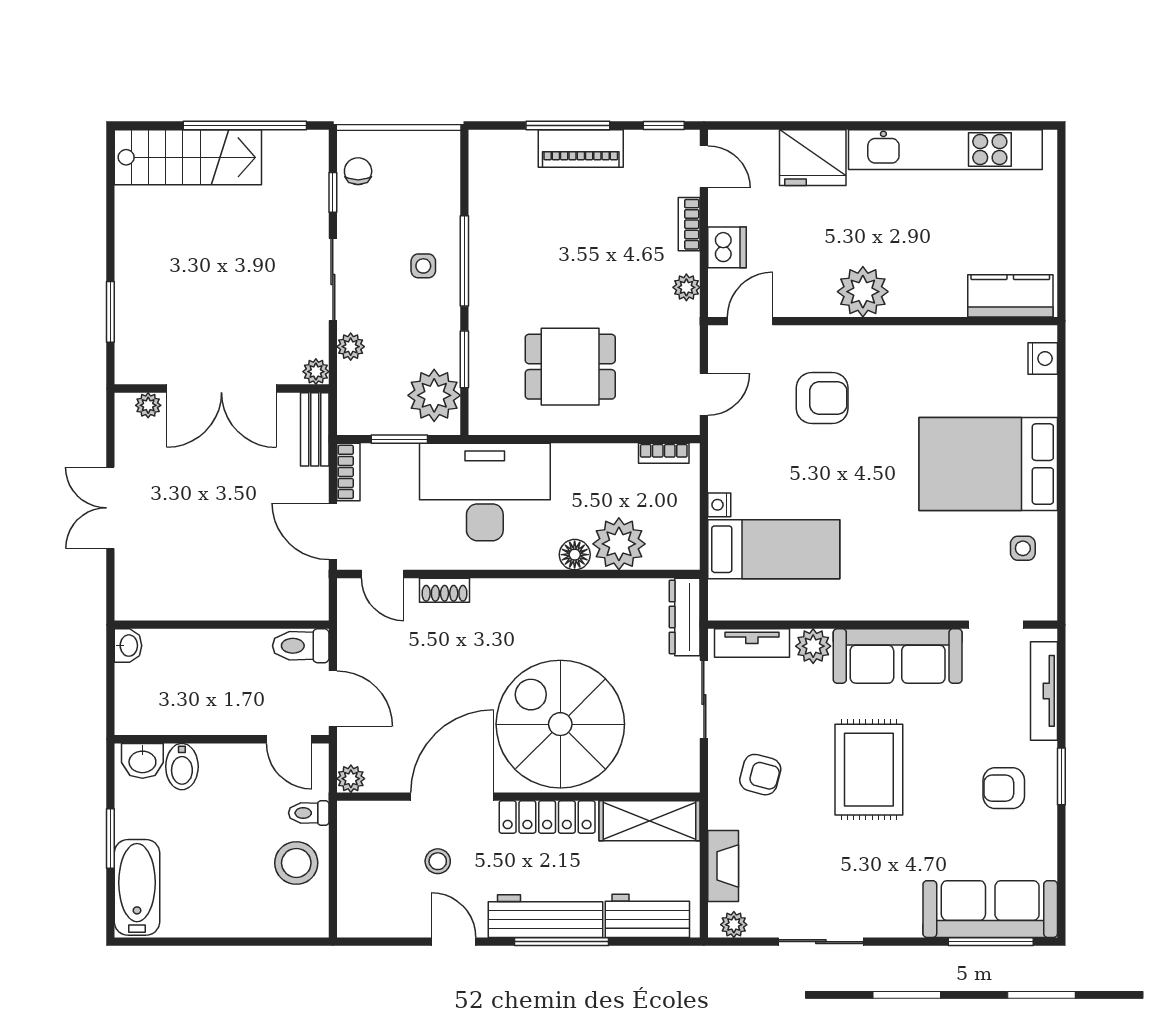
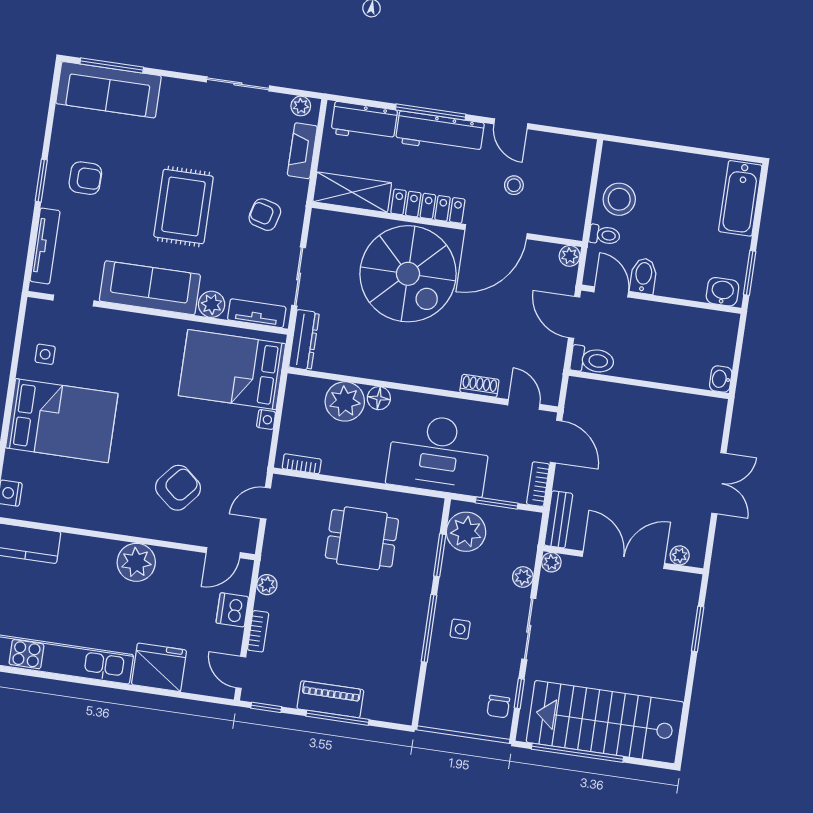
stairs: (188, 157) -> (605, 722), width x1.36, depth x1.51
armchair: (822, 398) -> (178, 488), turned 130
bed: (774, 549) -> (232, 370), width x1.50
bidet: (182, 767) -> (643, 276), moved
window: (110, 839) -> (750, 273), moved

